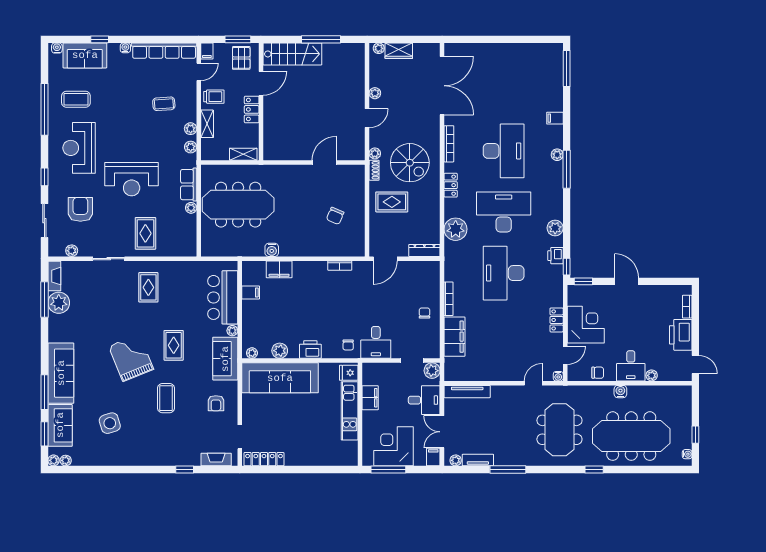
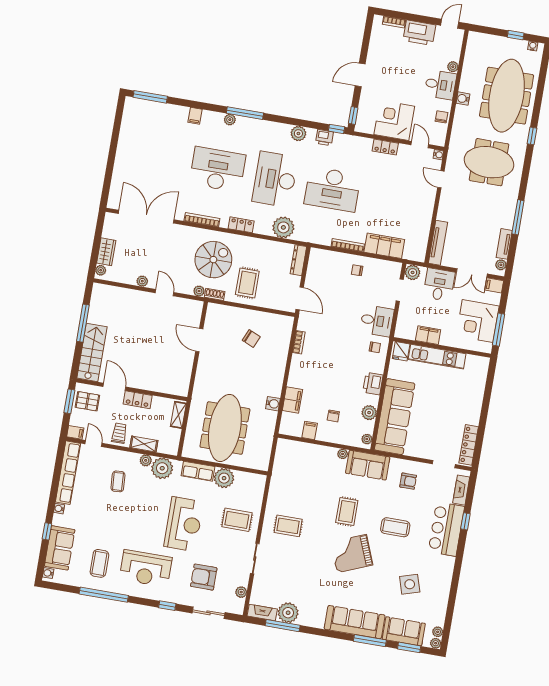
plant: (191, 147) -> (162, 468), width x1.88, depth x1.88
plant: (191, 208) -> (224, 478), width x1.88, depth x1.88
bar counter: (223, 297) -> (446, 529), moved, turned 90
chair: (270, 314) -> (333, 416), added
rug: (174, 345) -> (347, 512), turned 90

